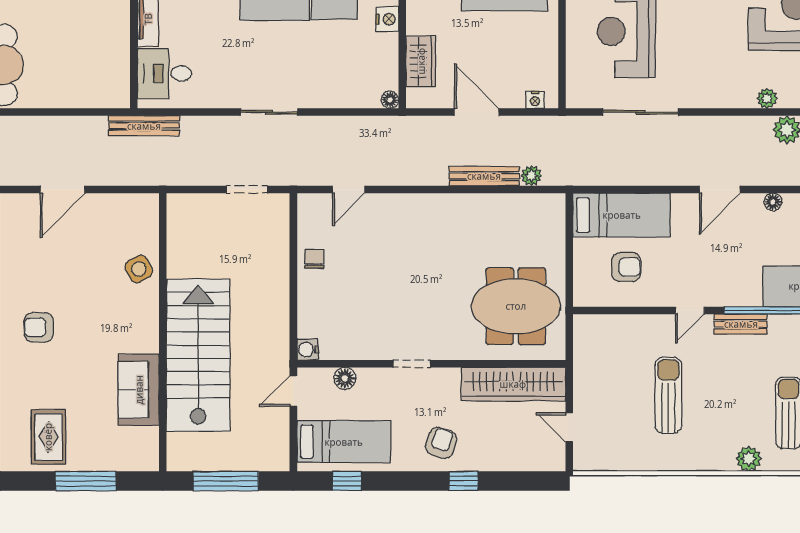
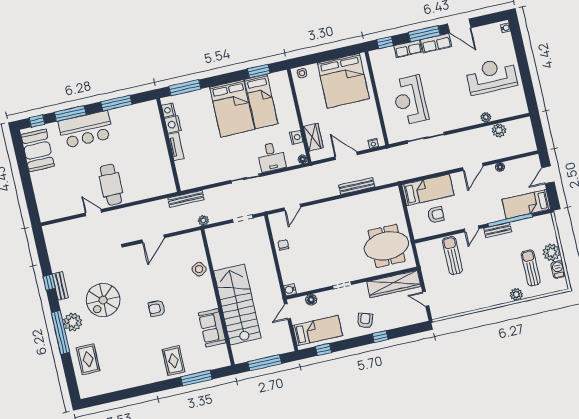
nightstand: (387, 19) -> (296, 137), moved
desk: (164, 73) -> (271, 157), moved, turned -90
plant: (531, 176) -> (203, 220), moved
sun lounger: (668, 395) -> (452, 256), moved

